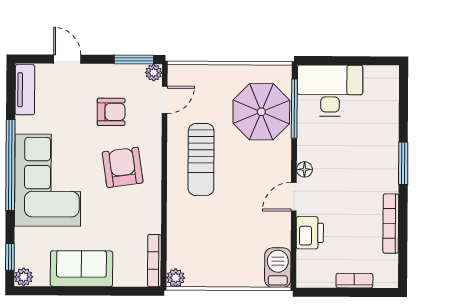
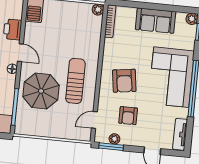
plant: (154, 73) -> (114, 139), moved
armchair: (111, 112) -> (128, 116), turned -90
parasol: (261, 112) -> (41, 91), moved
door: (294, 197) -> (20, 53), hinge flipped

